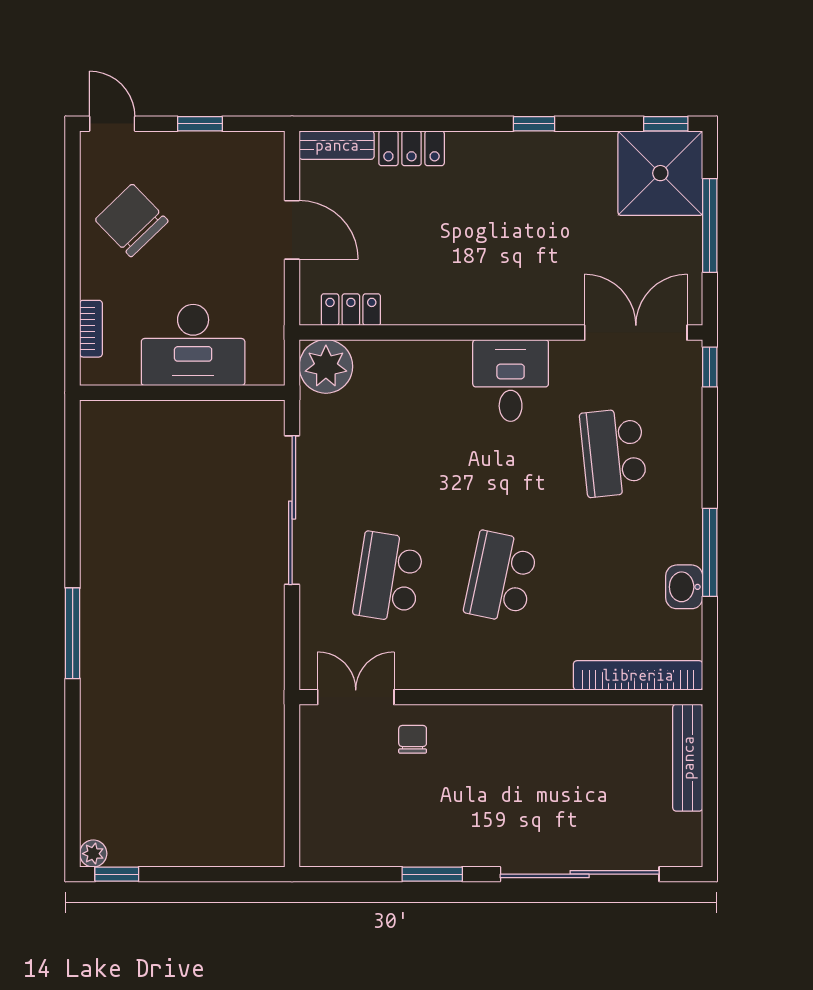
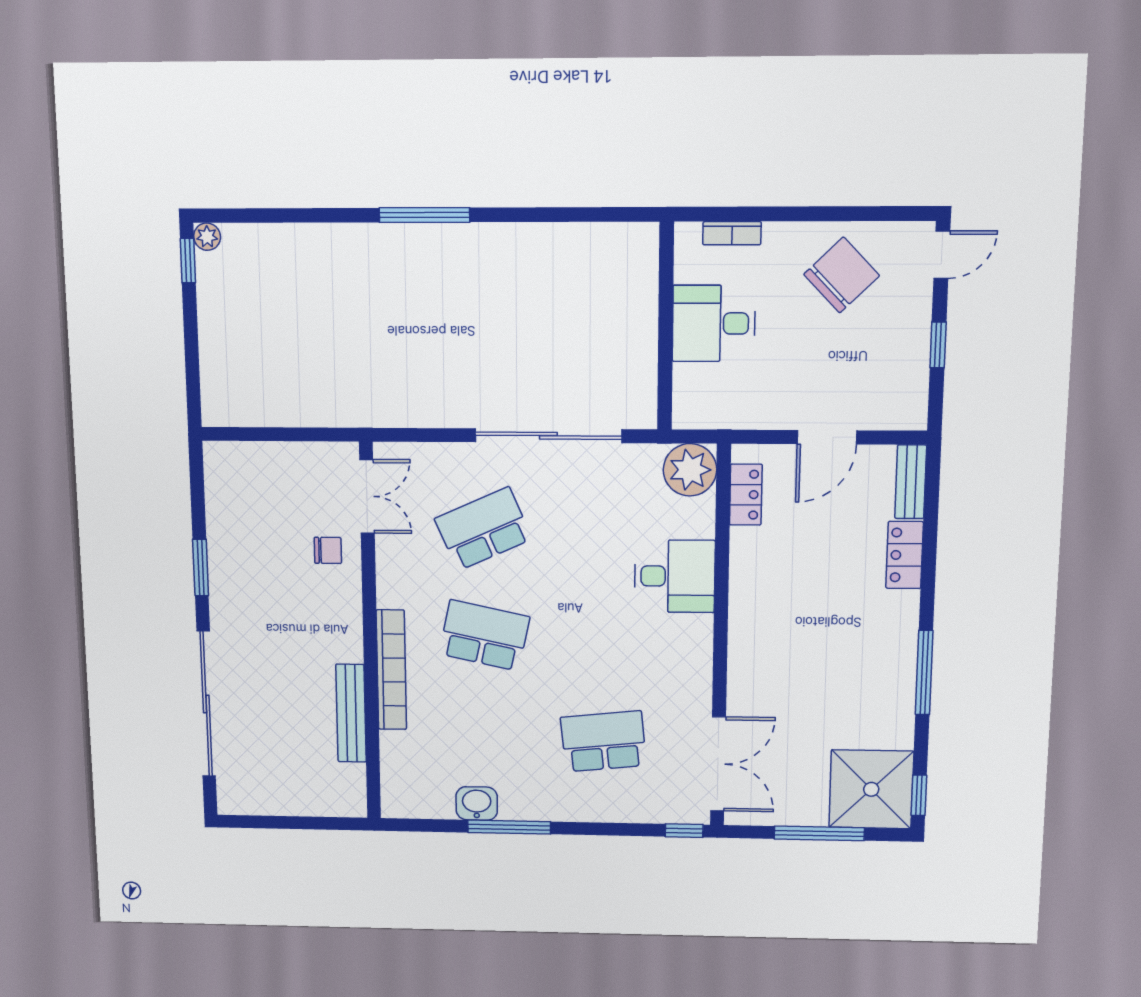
window: (534, 124) -> (924, 673), width x2.17
desk: (193, 345) -> (714, 323), width x0.73
desk: (511, 380) -> (675, 576), moved
school desk: (388, 577) -> (483, 529), turned -33
bookcase: (638, 675) -> (391, 670), moved
bench: (688, 758) -> (351, 713), moved, turned 90

